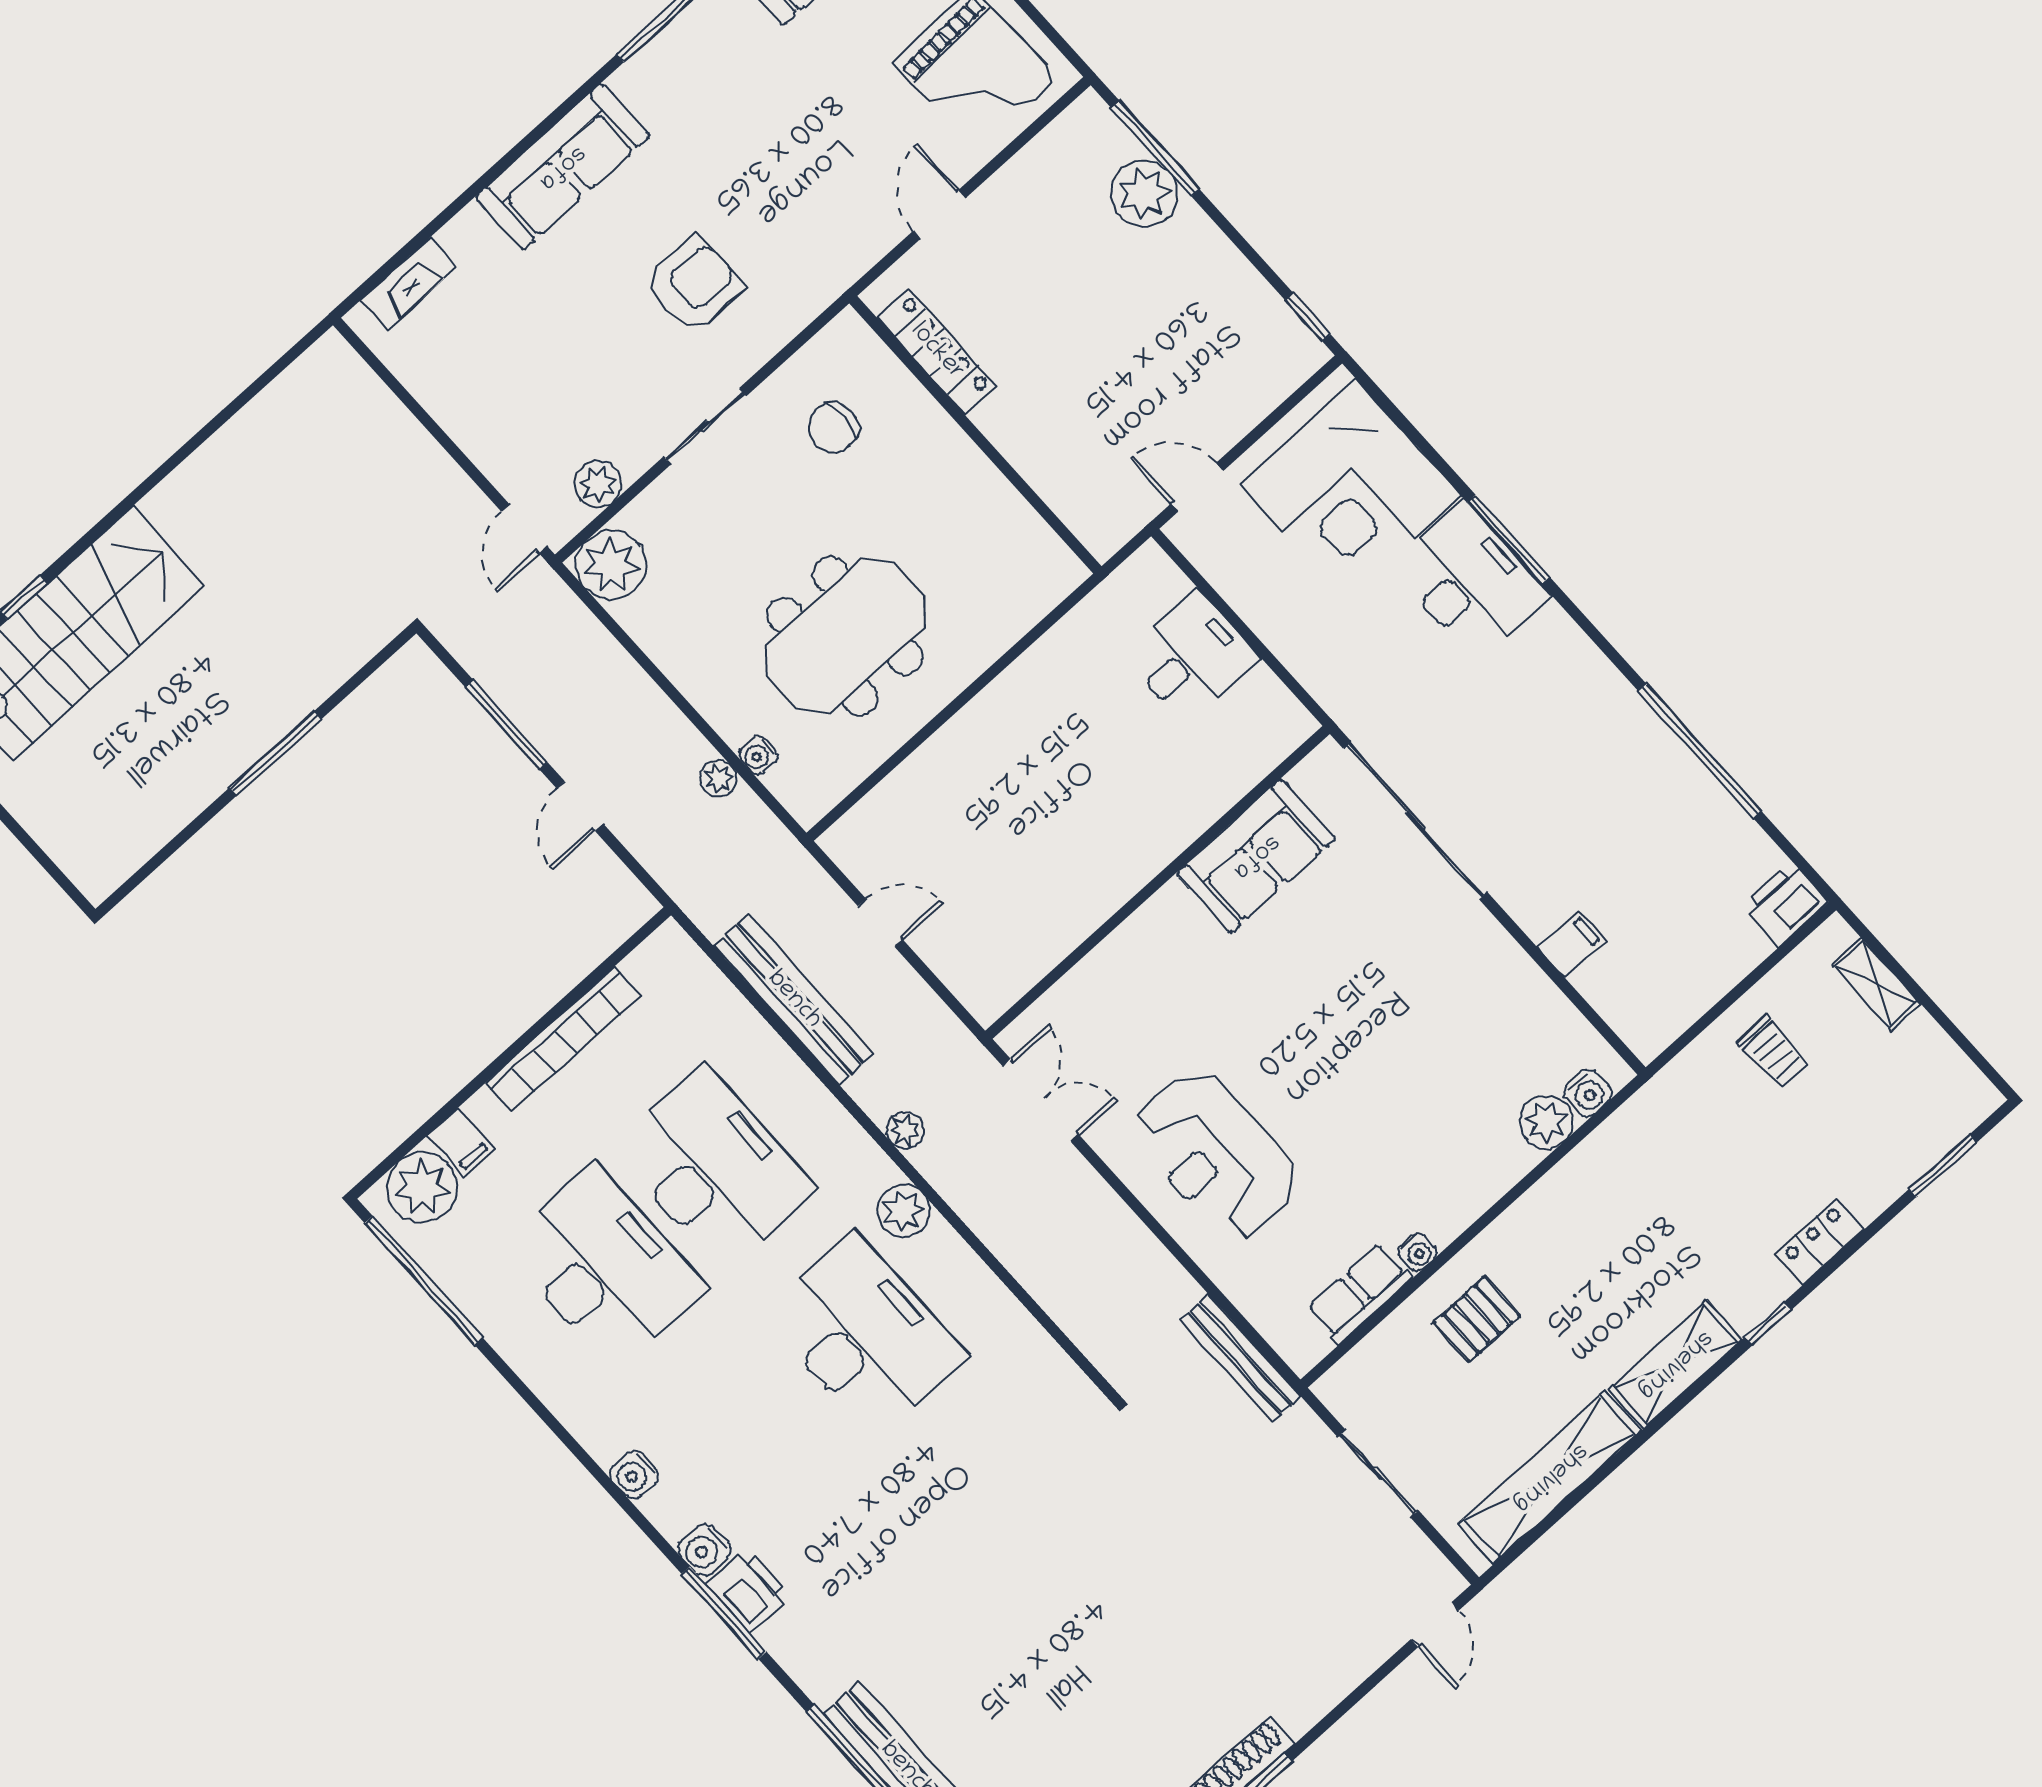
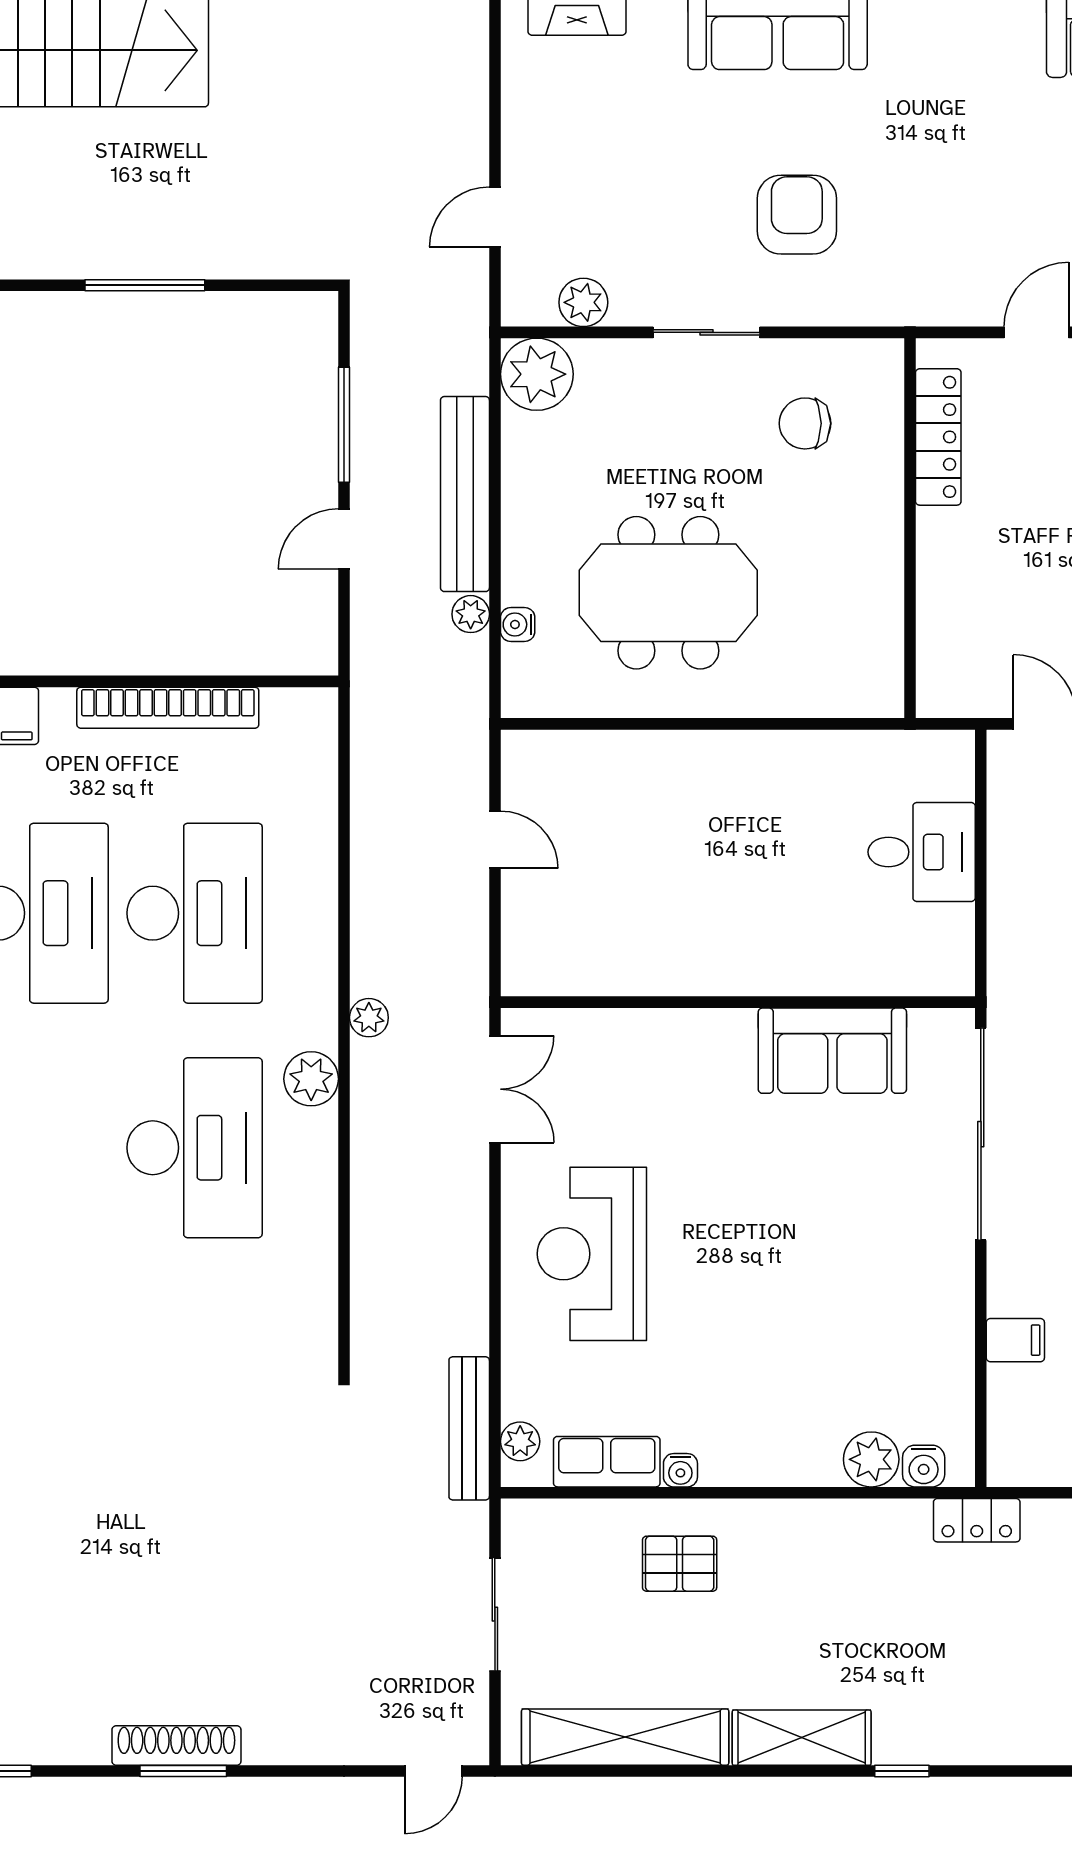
armchair: (694, 285) -> (797, 215), turned -90
door: (524, 529) -> (495, 217), moved
bench: (794, 1000) -> (465, 494), moved
locker: (1820, 1242) -> (977, 1520), moved, turned 180
plant: (1285, 1335) -> (520, 1441), added

